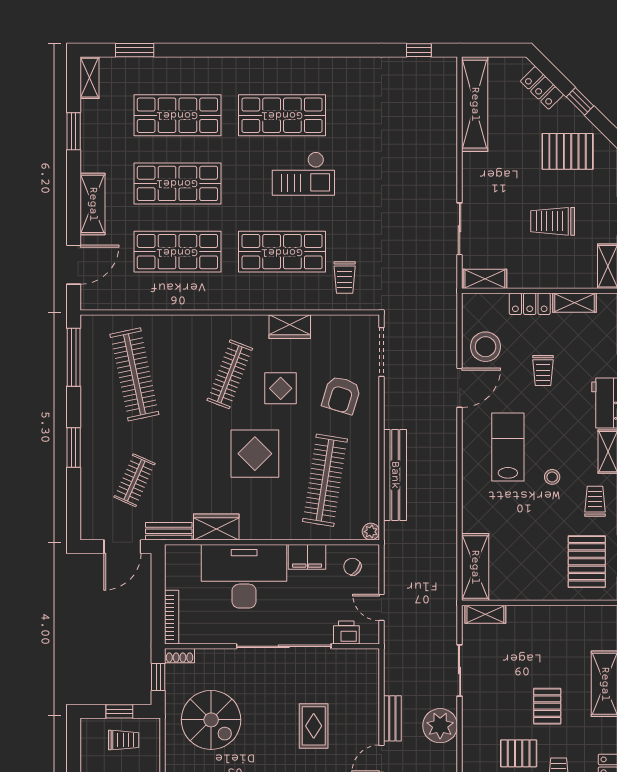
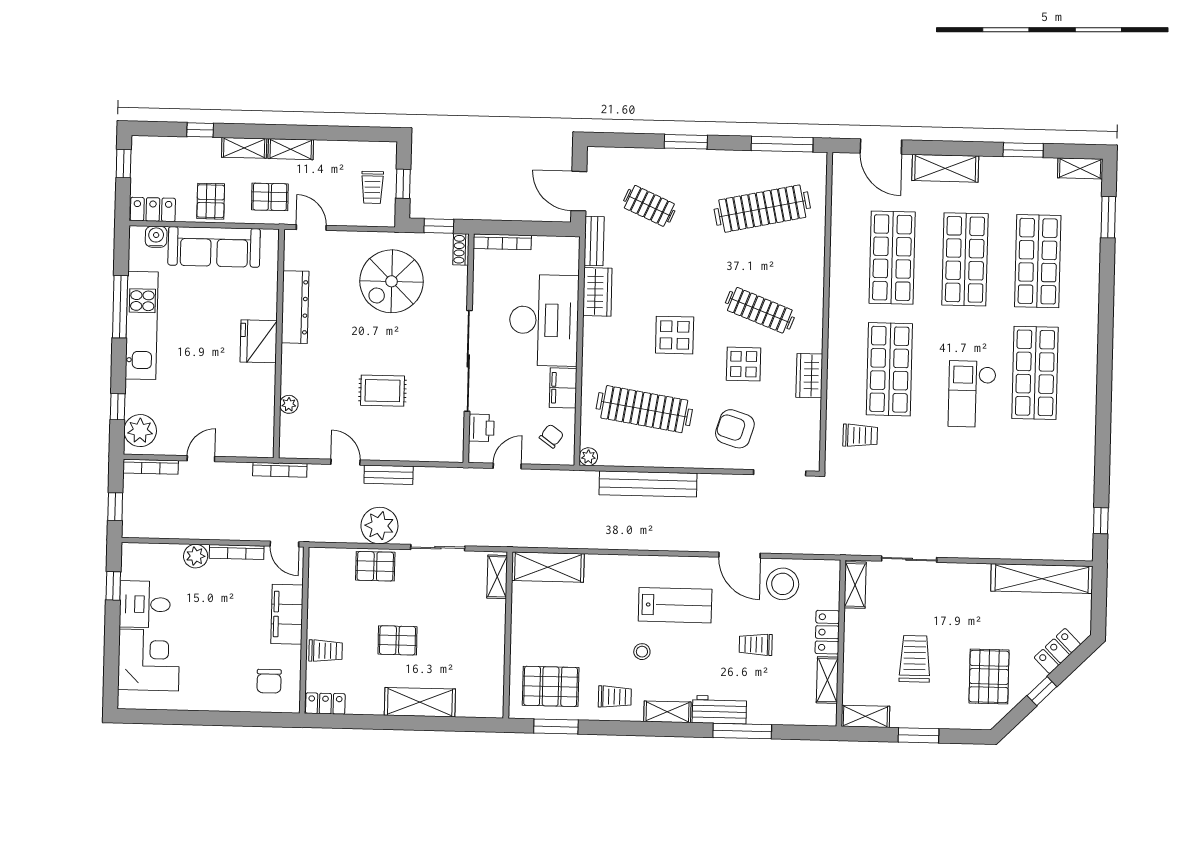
trolley: (345, 277) -> (860, 435), turned 180
display table: (255, 454) -> (675, 335), width x0.73, depth x0.73
pallet: (519, 753) -> (375, 566), moved, turned 90

